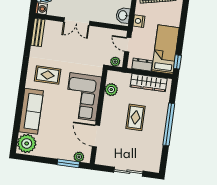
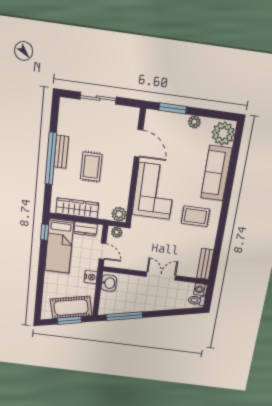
plant: (111, 90) -> (119, 214), moved
bench: (160, 130) -> (61, 152), added
plant: (79, 157) -> (194, 122), moved

